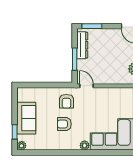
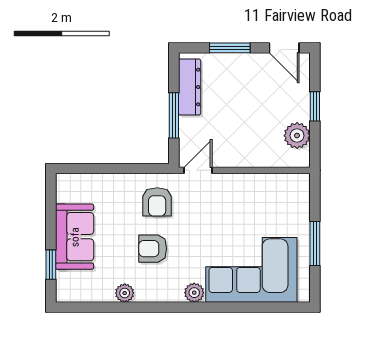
window: (92, 26) -> (230, 48), moved
door: (86, 86) -> (198, 170), hinge flipped
plant: (22, 146) -> (125, 293), moved

